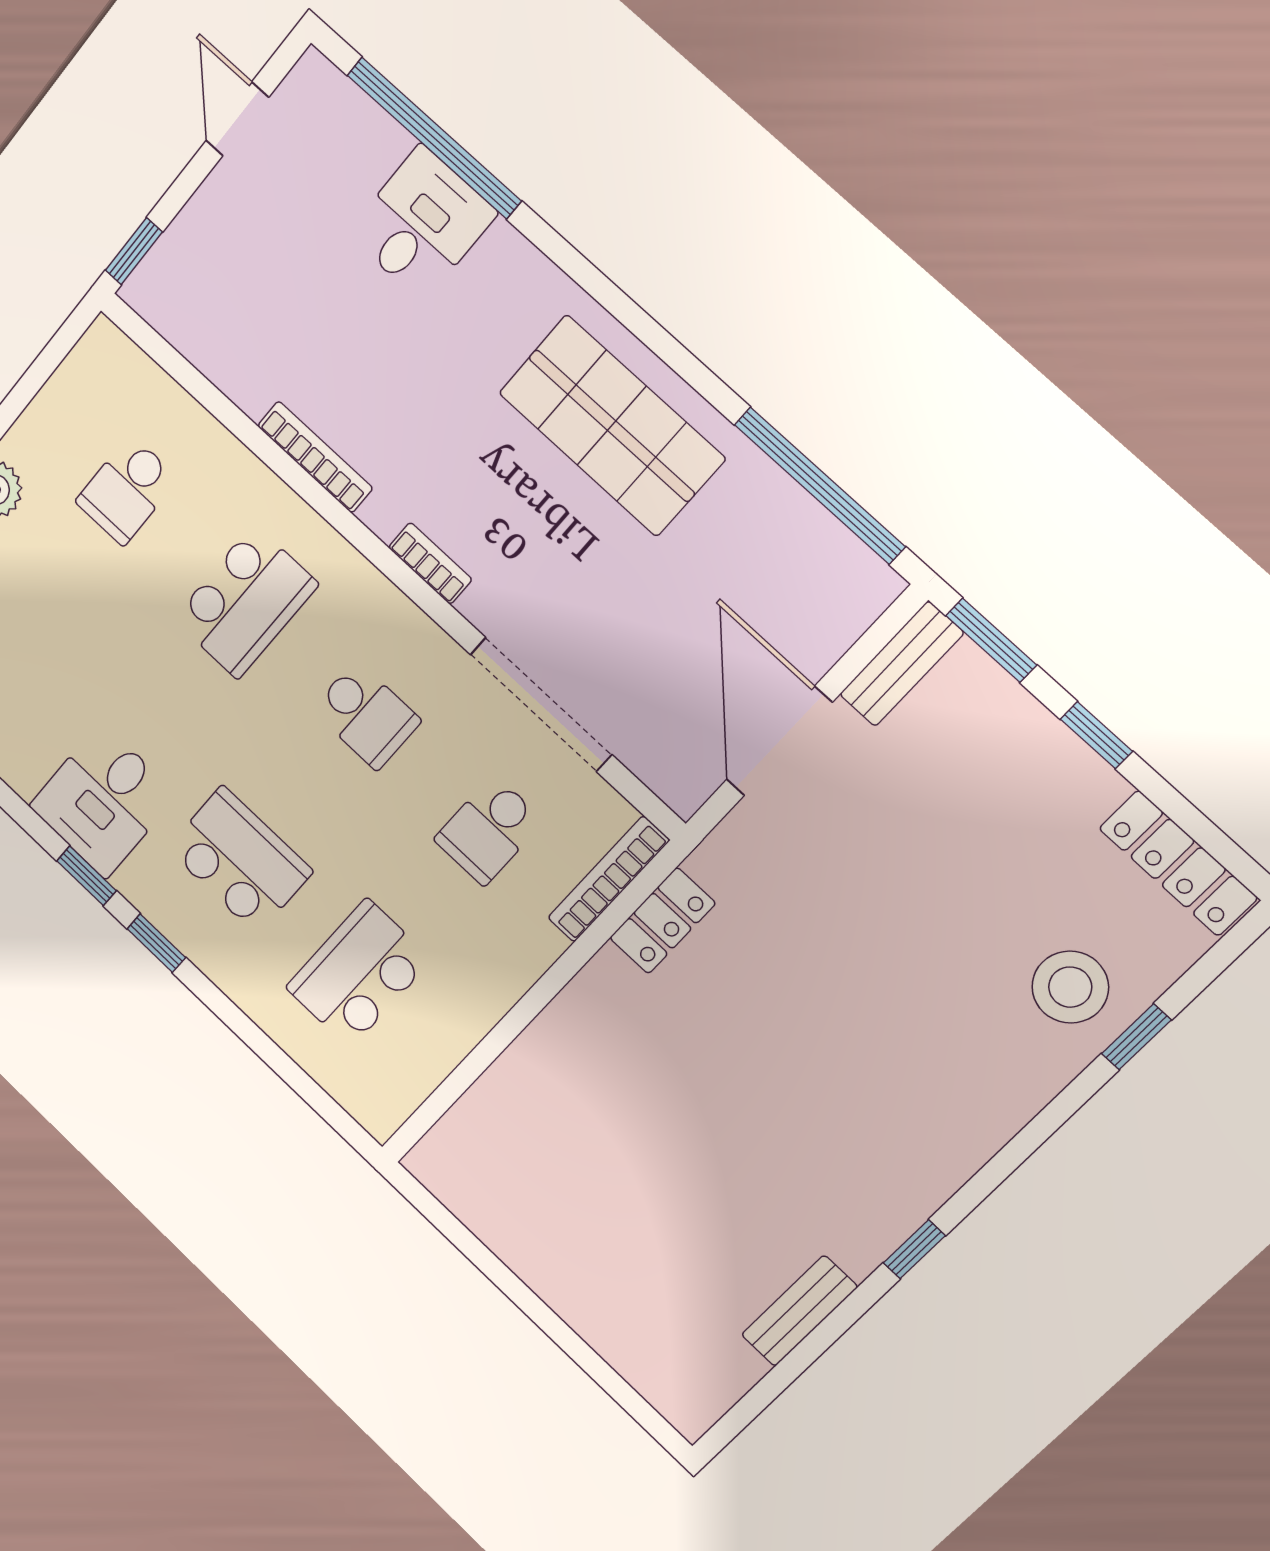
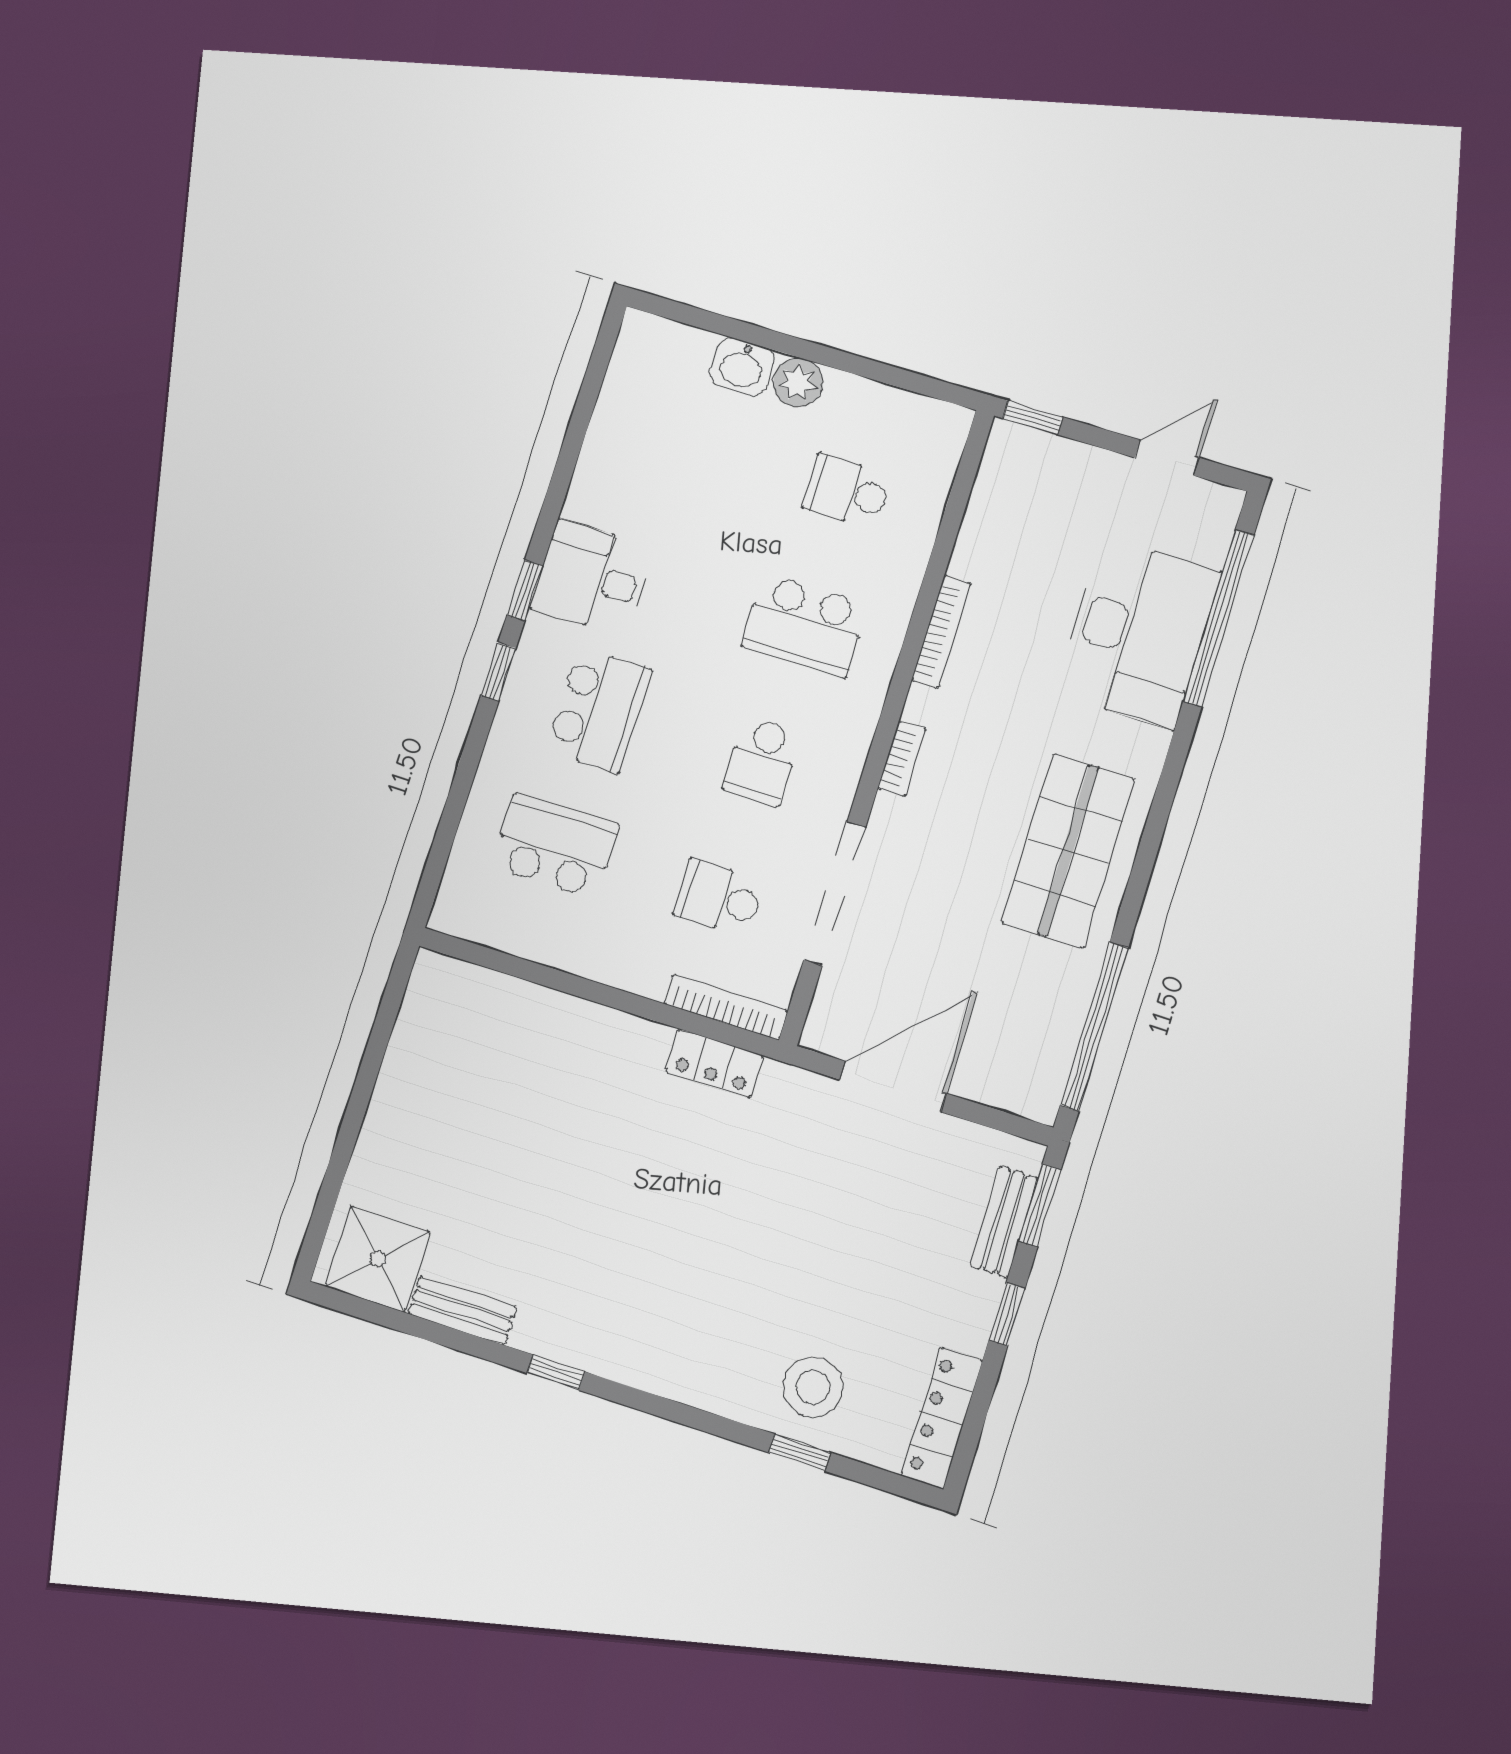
desk: (422, 223) -> (1138, 633), width x1.87, depth x1.30
bench: (902, 664) -> (1004, 1222), moved, turned 90
shower: (702, 1368) -> (378, 1259), added

